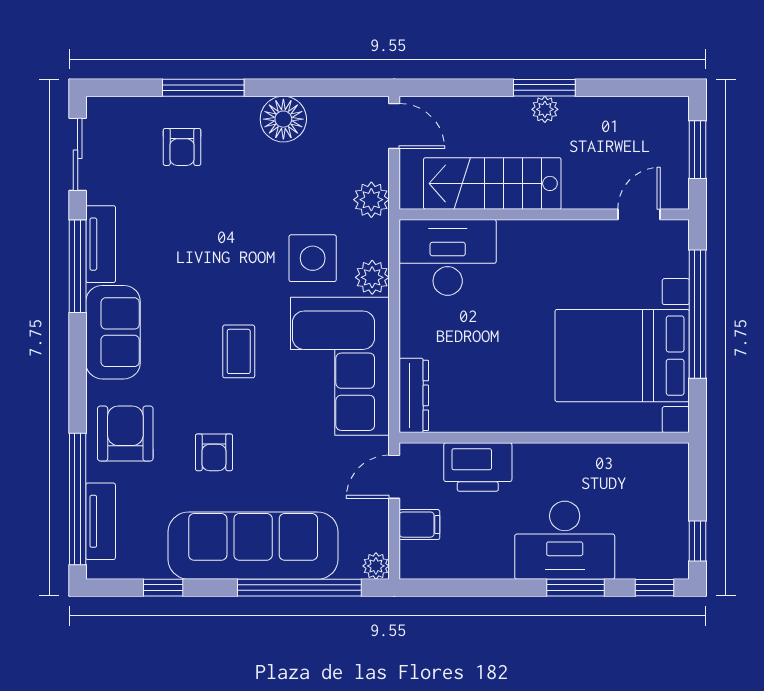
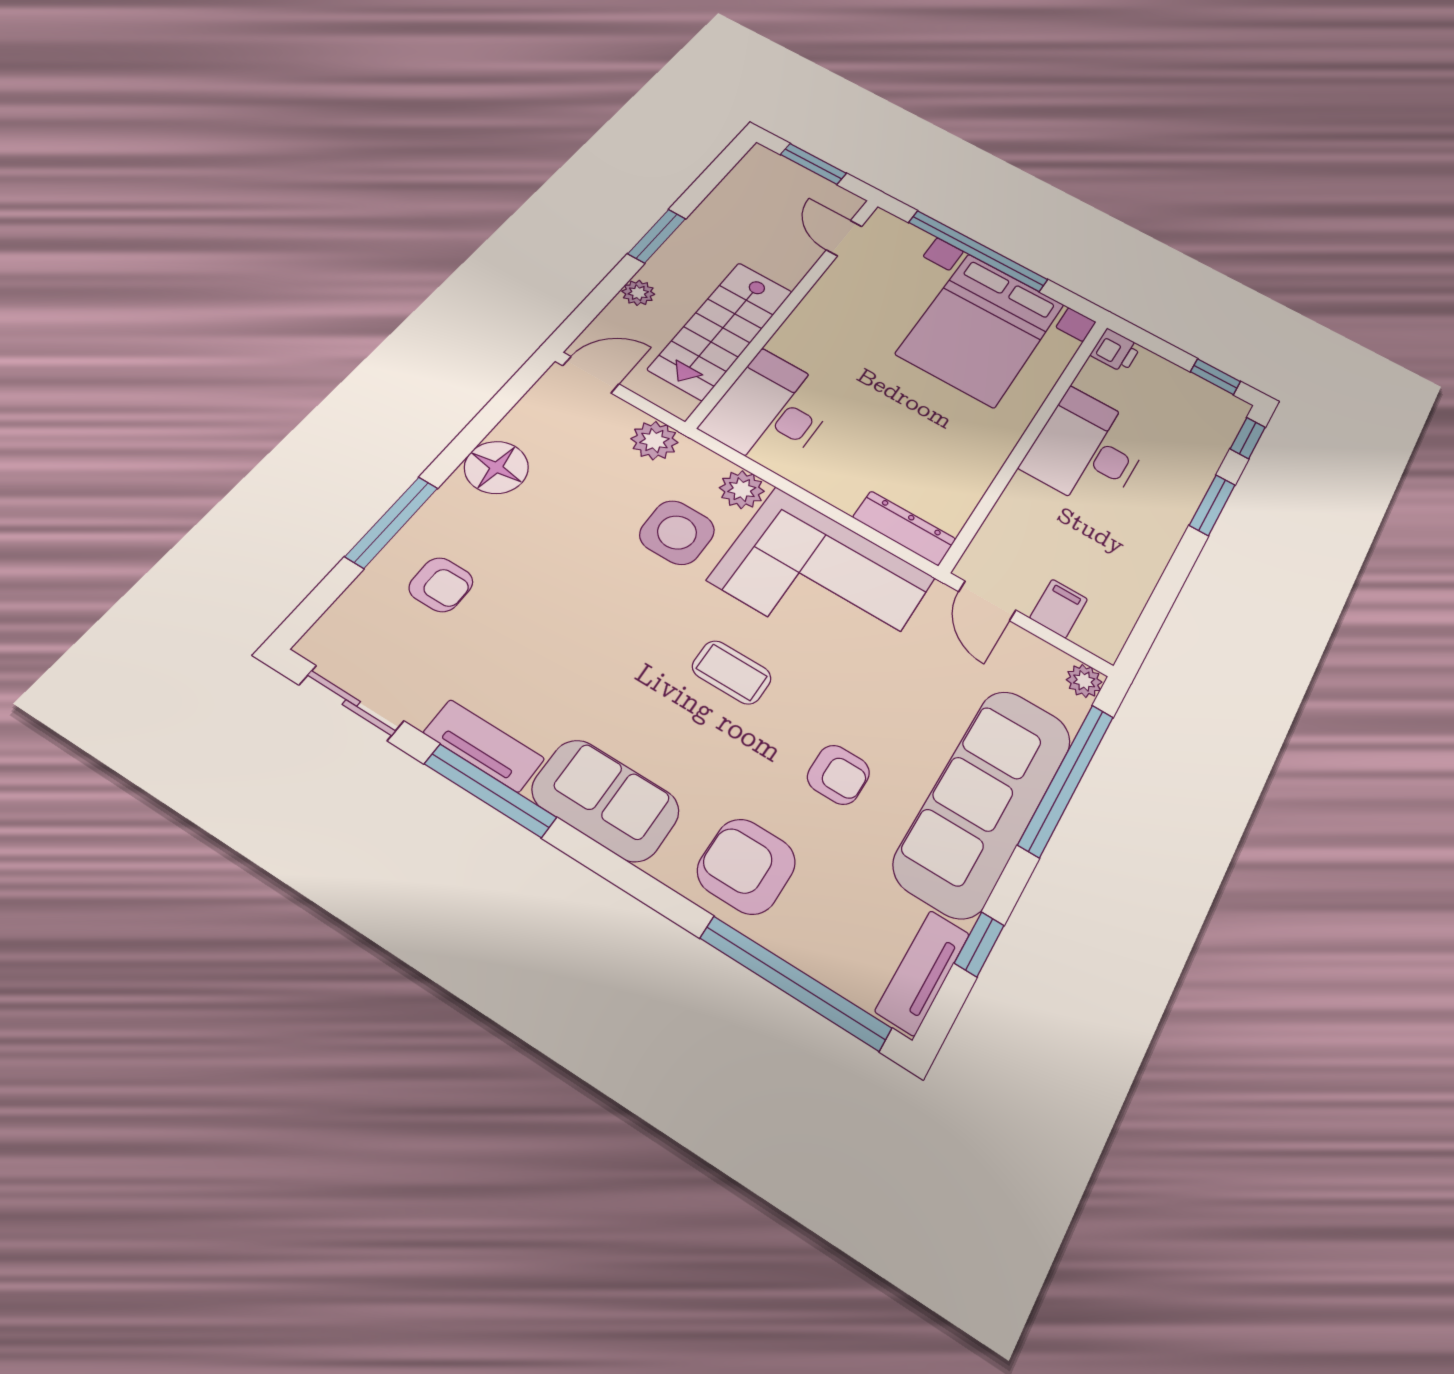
plant: (545, 109) -> (638, 293), moved
printer: (478, 467) -> (1116, 350), moved, width x0.53, depth x0.68
tv unit: (101, 521) -> (923, 972), moved, turned -90
desk: (565, 540) -> (1087, 450), moved, turned 180

